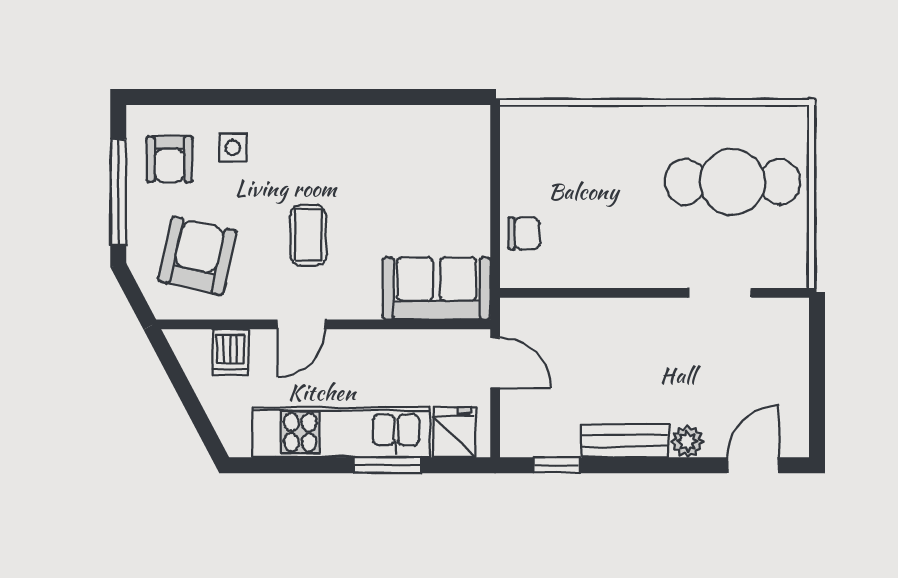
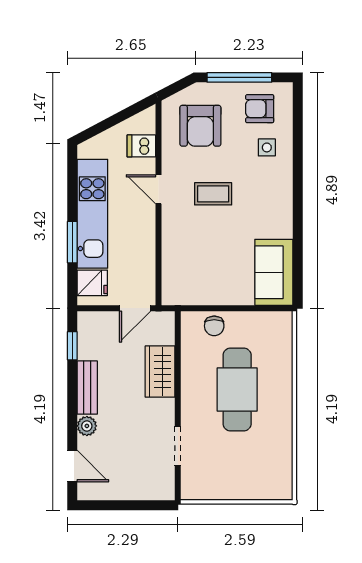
cafe table: (733, 182) -> (237, 389), moved
armchair: (197, 256) -> (200, 126), turned 77
sofa: (437, 289) -> (274, 272), moved, turned 180
wardrobe: (599, 322) -> (160, 372), added

